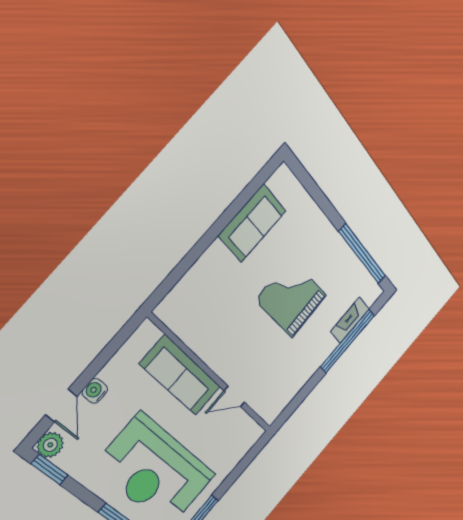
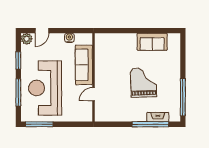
water cooler: (95, 391) -> (69, 38), moved
door: (234, 396) -> (94, 94), hinge flipped
window: (50, 470) -> (18, 60), moved

